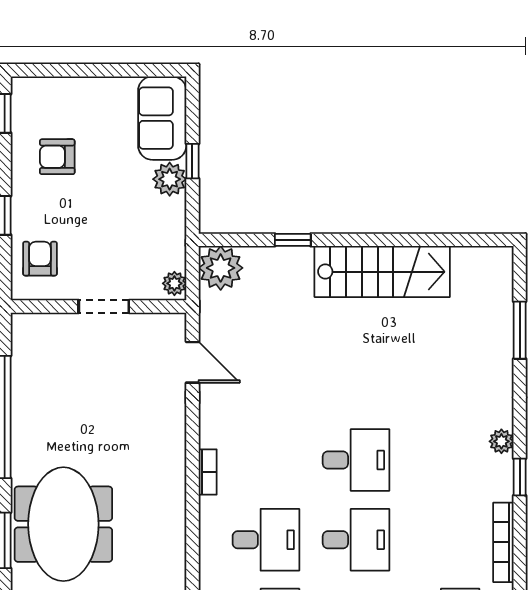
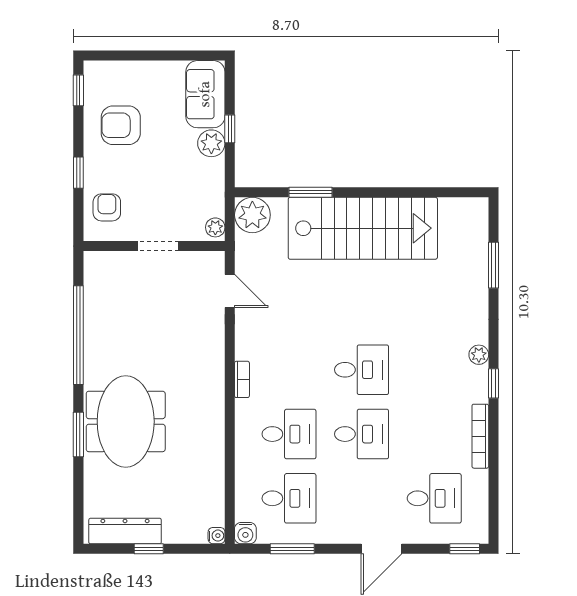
armchair: (57, 157) -> (121, 125), width x1.38, depth x1.38
window: (293, 240) -> (311, 192), width x1.50
stairs: (382, 272) -> (363, 228), width x1.36, depth x1.51

